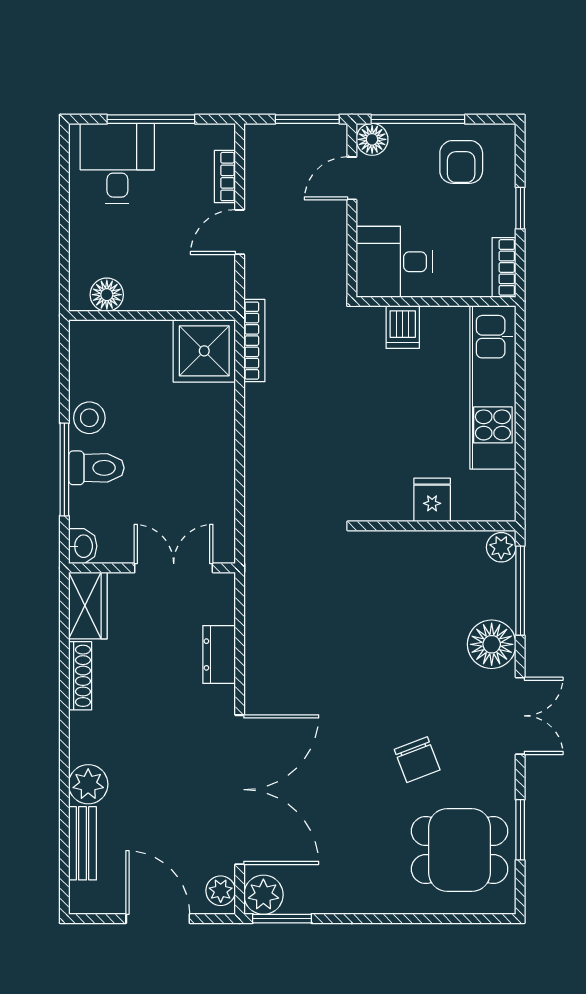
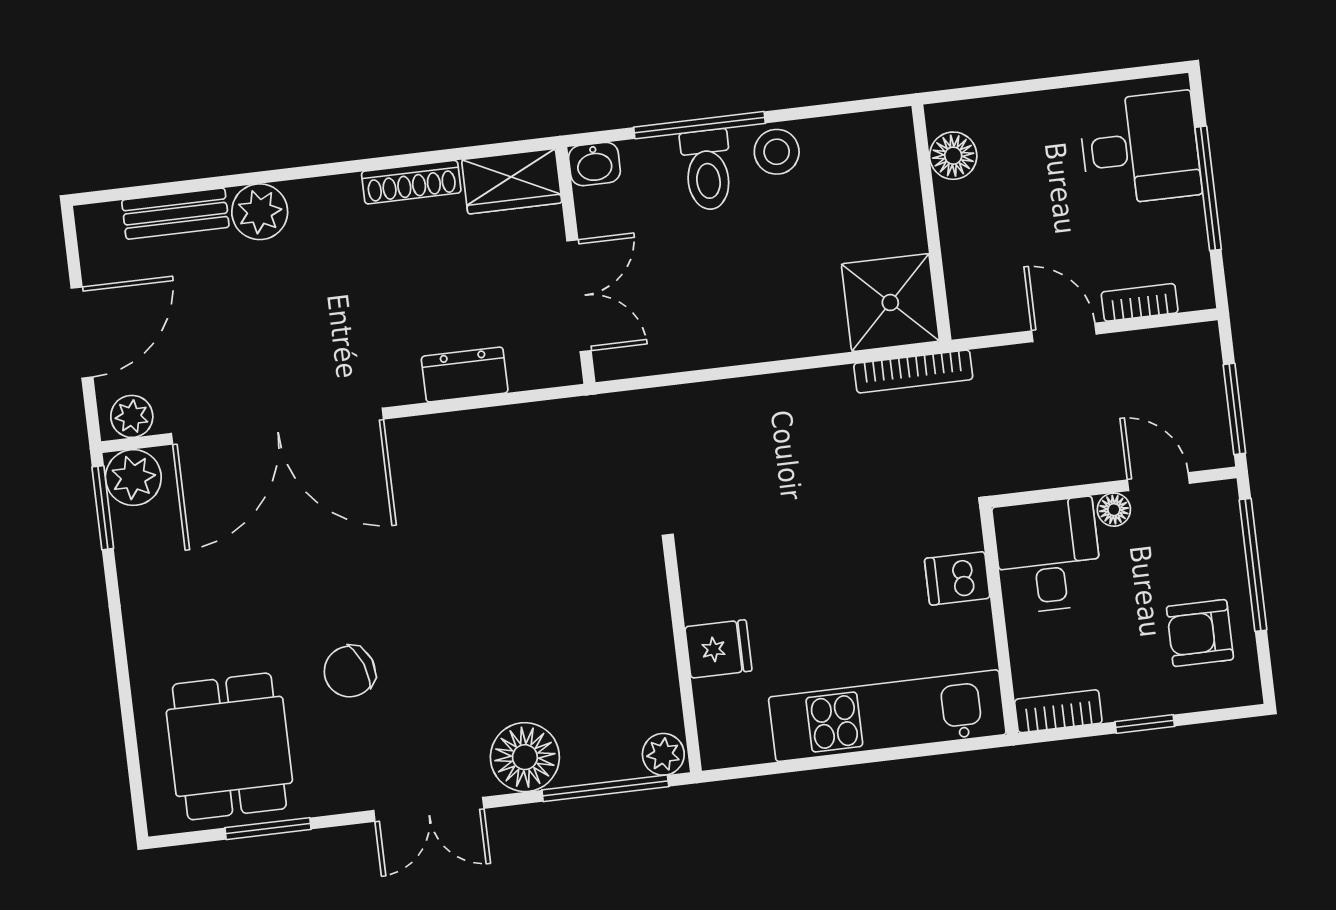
floor lamp: (372, 139) -> (1114, 510), moved, width x0.73, depth x0.73

